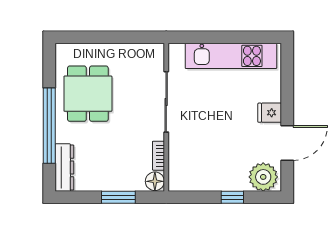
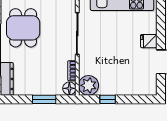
plant: (263, 177) -> (89, 85), moved
window: (232, 197) -> (108, 99), moved

